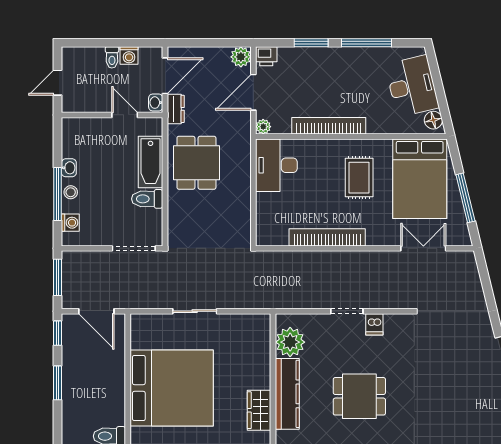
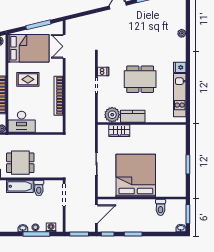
kitchen counter: (287, 394) -> (133, 116), width x0.67
dining table: (359, 396) -> (140, 79), width x1.38
wardrobe: (259, 410) -> (119, 131), moved

